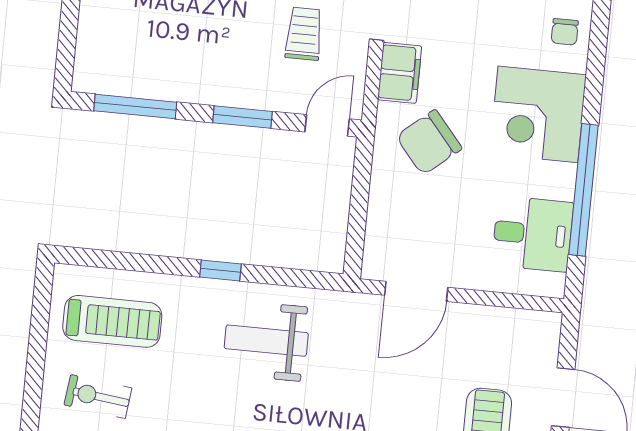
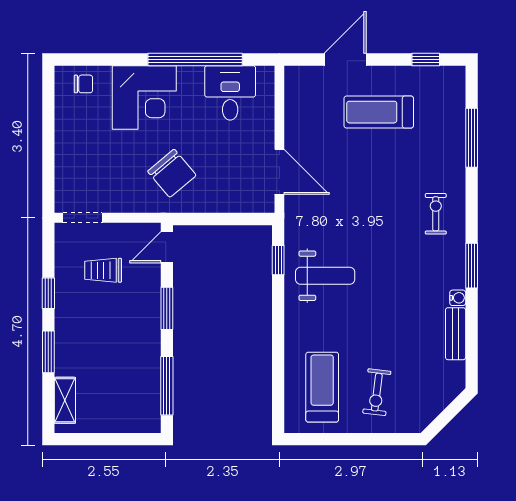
filing cabinet: (400, 73) -> (124, 199), removed
door: (327, 125) -> (167, 247), hinge flipped
window: (220, 270) -> (278, 260), moved
weight bench: (266, 341) -> (325, 276), turned -90

